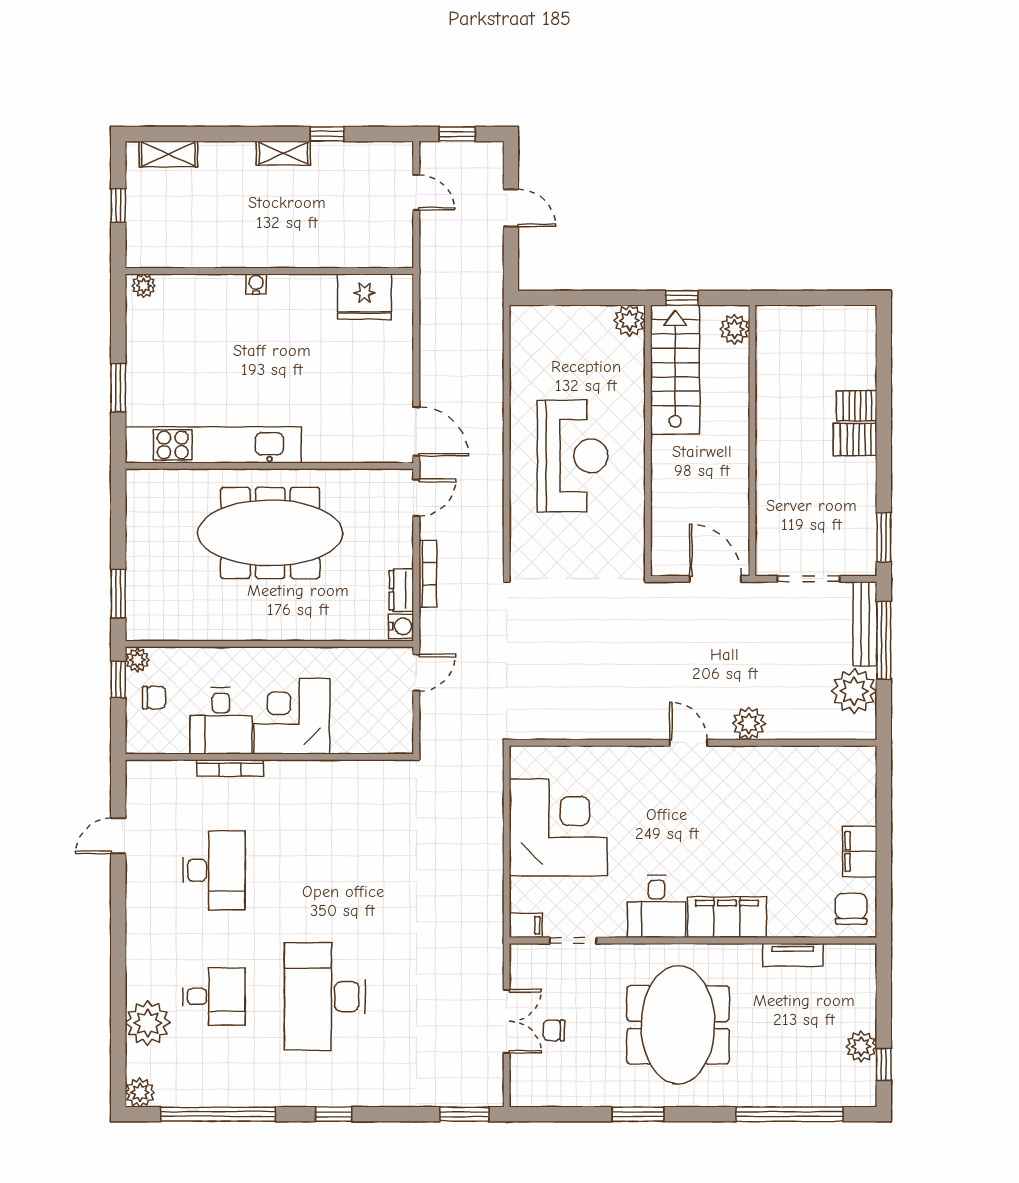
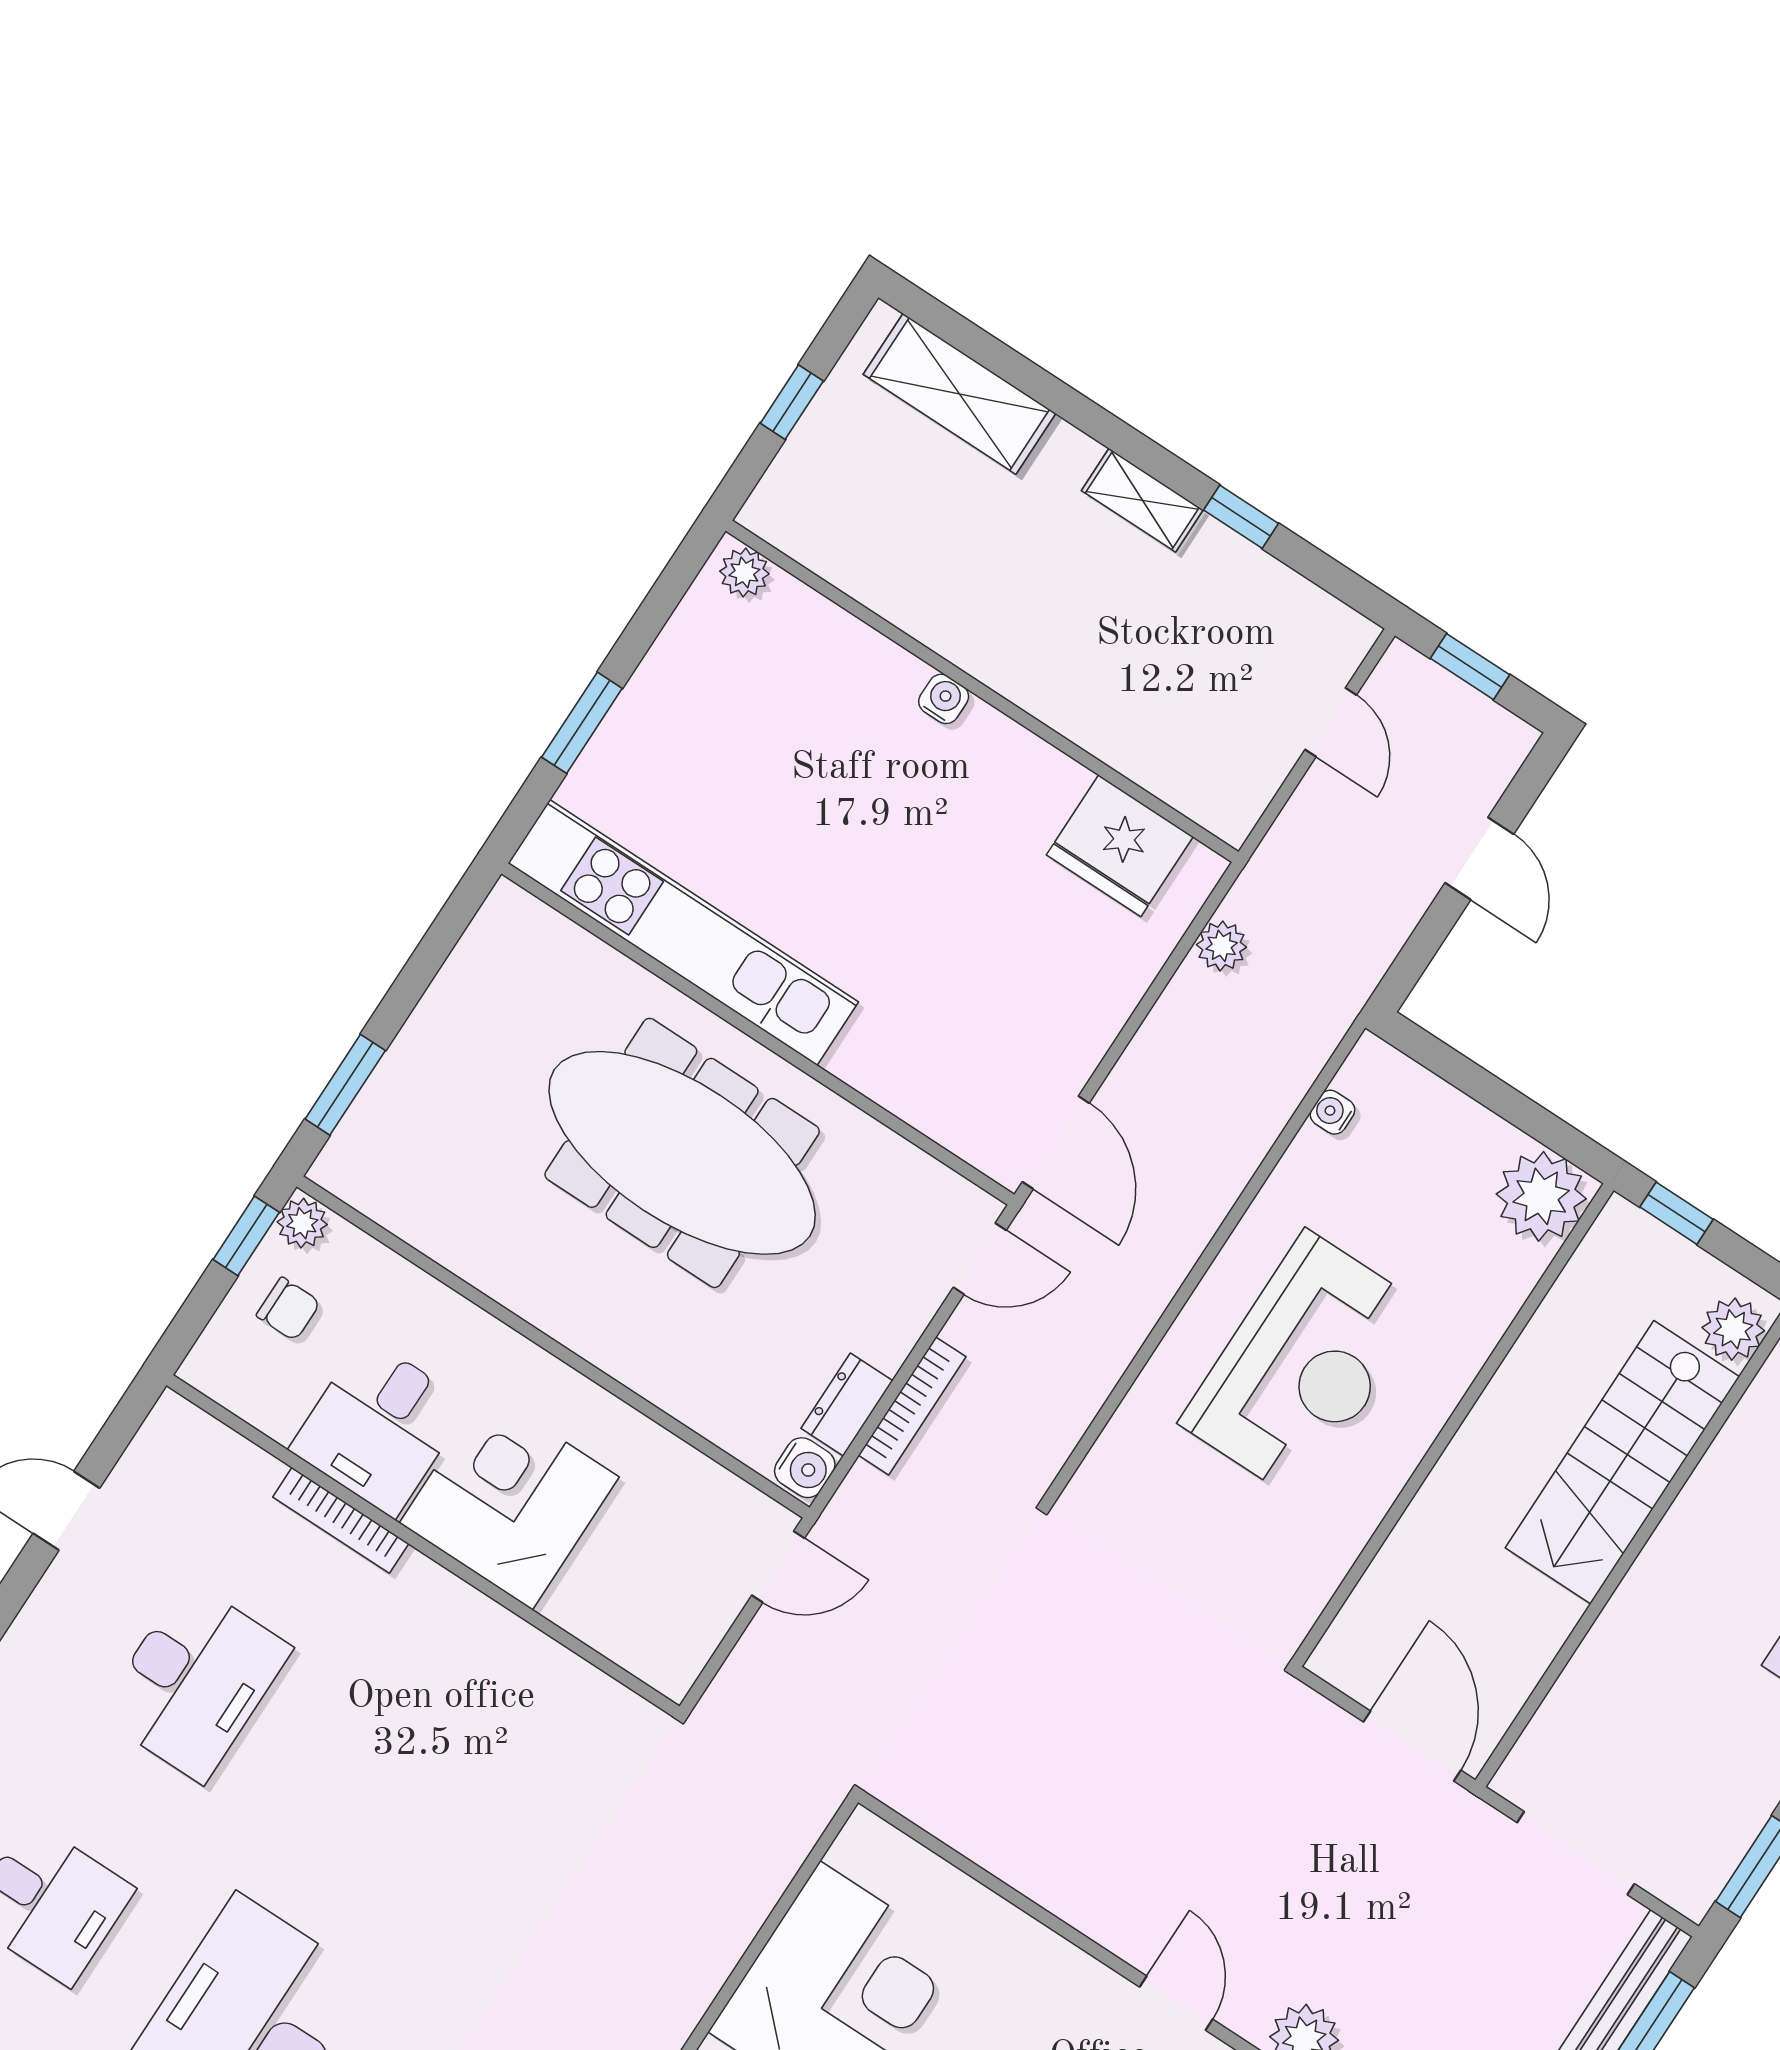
shelving: (168, 154) -> (960, 394), width x1.50, depth x1.33
plant: (431, 310) -> (1222, 946), added
plant: (629, 321) -> (1541, 1196), width x1.36, depth x1.36
water cooler: (519, 347) -> (1333, 1112), added
stairs: (675, 370) -> (1622, 1462), moved, turned 180

